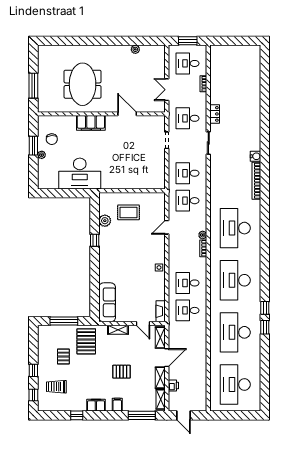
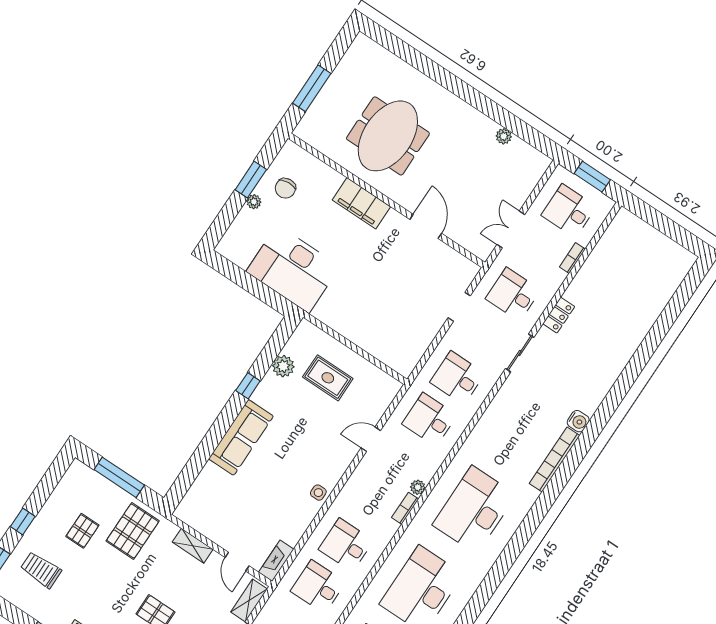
sofa: (107, 302) -> (241, 437), moved

